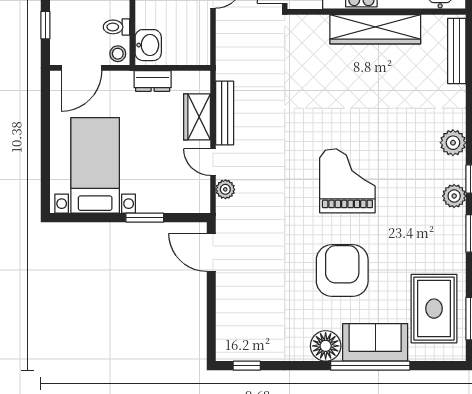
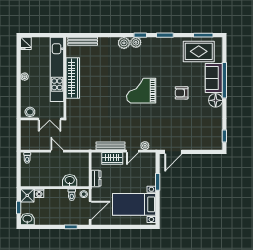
washbasin: (148, 45) -> (70, 180), moved
door: (82, 68) -> (90, 210), hinge flipped
plant: (454, 196) -> (136, 42), moved
armchair: (342, 271) -> (182, 93), width x0.53, depth x0.53

